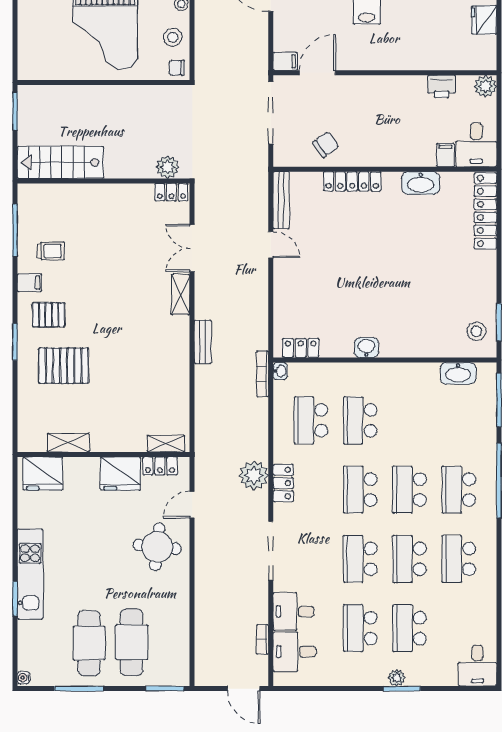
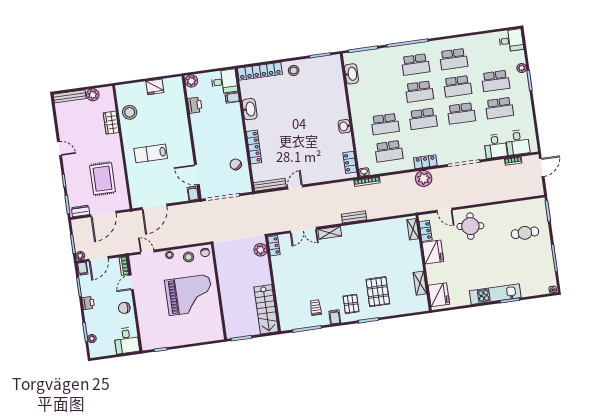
stool: (476, 331) -> (294, 70), moved
cafe table: (132, 642) -> (525, 233), width x0.73, depth x0.74
cafe table: (89, 643) -> (529, 256), removed
plant: (397, 678) -> (522, 68), moved

